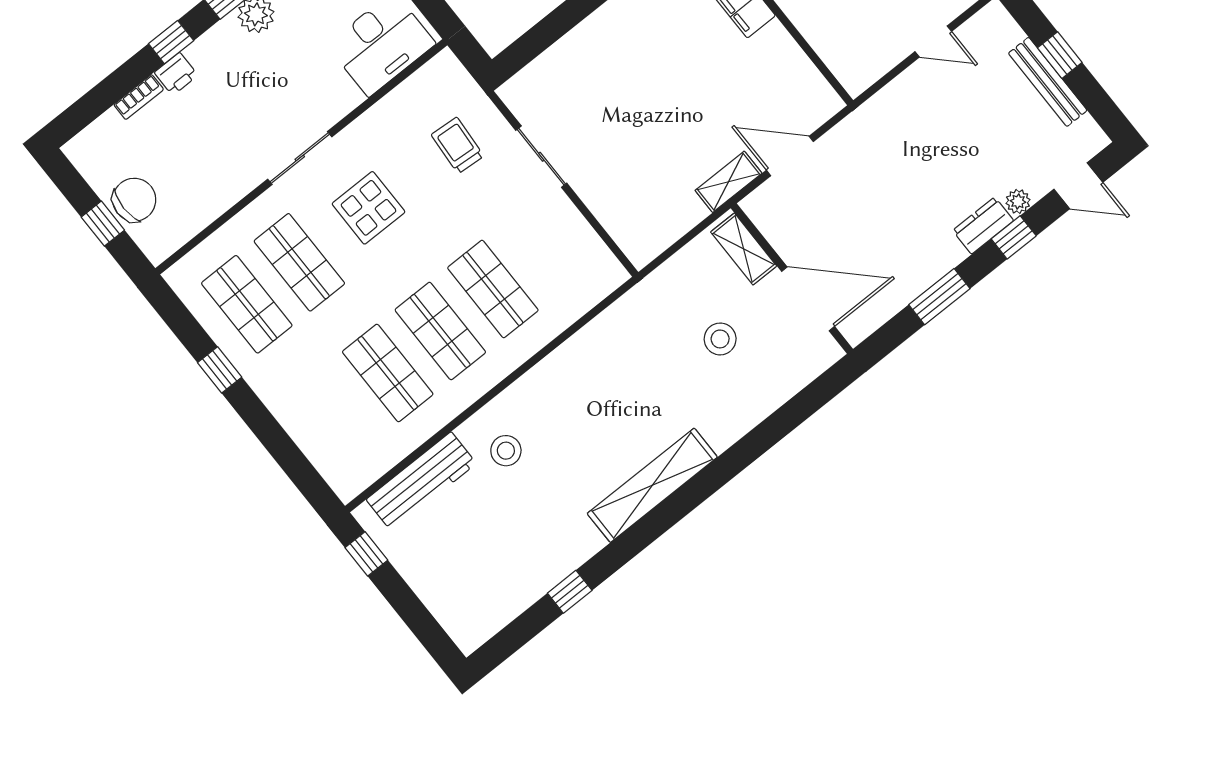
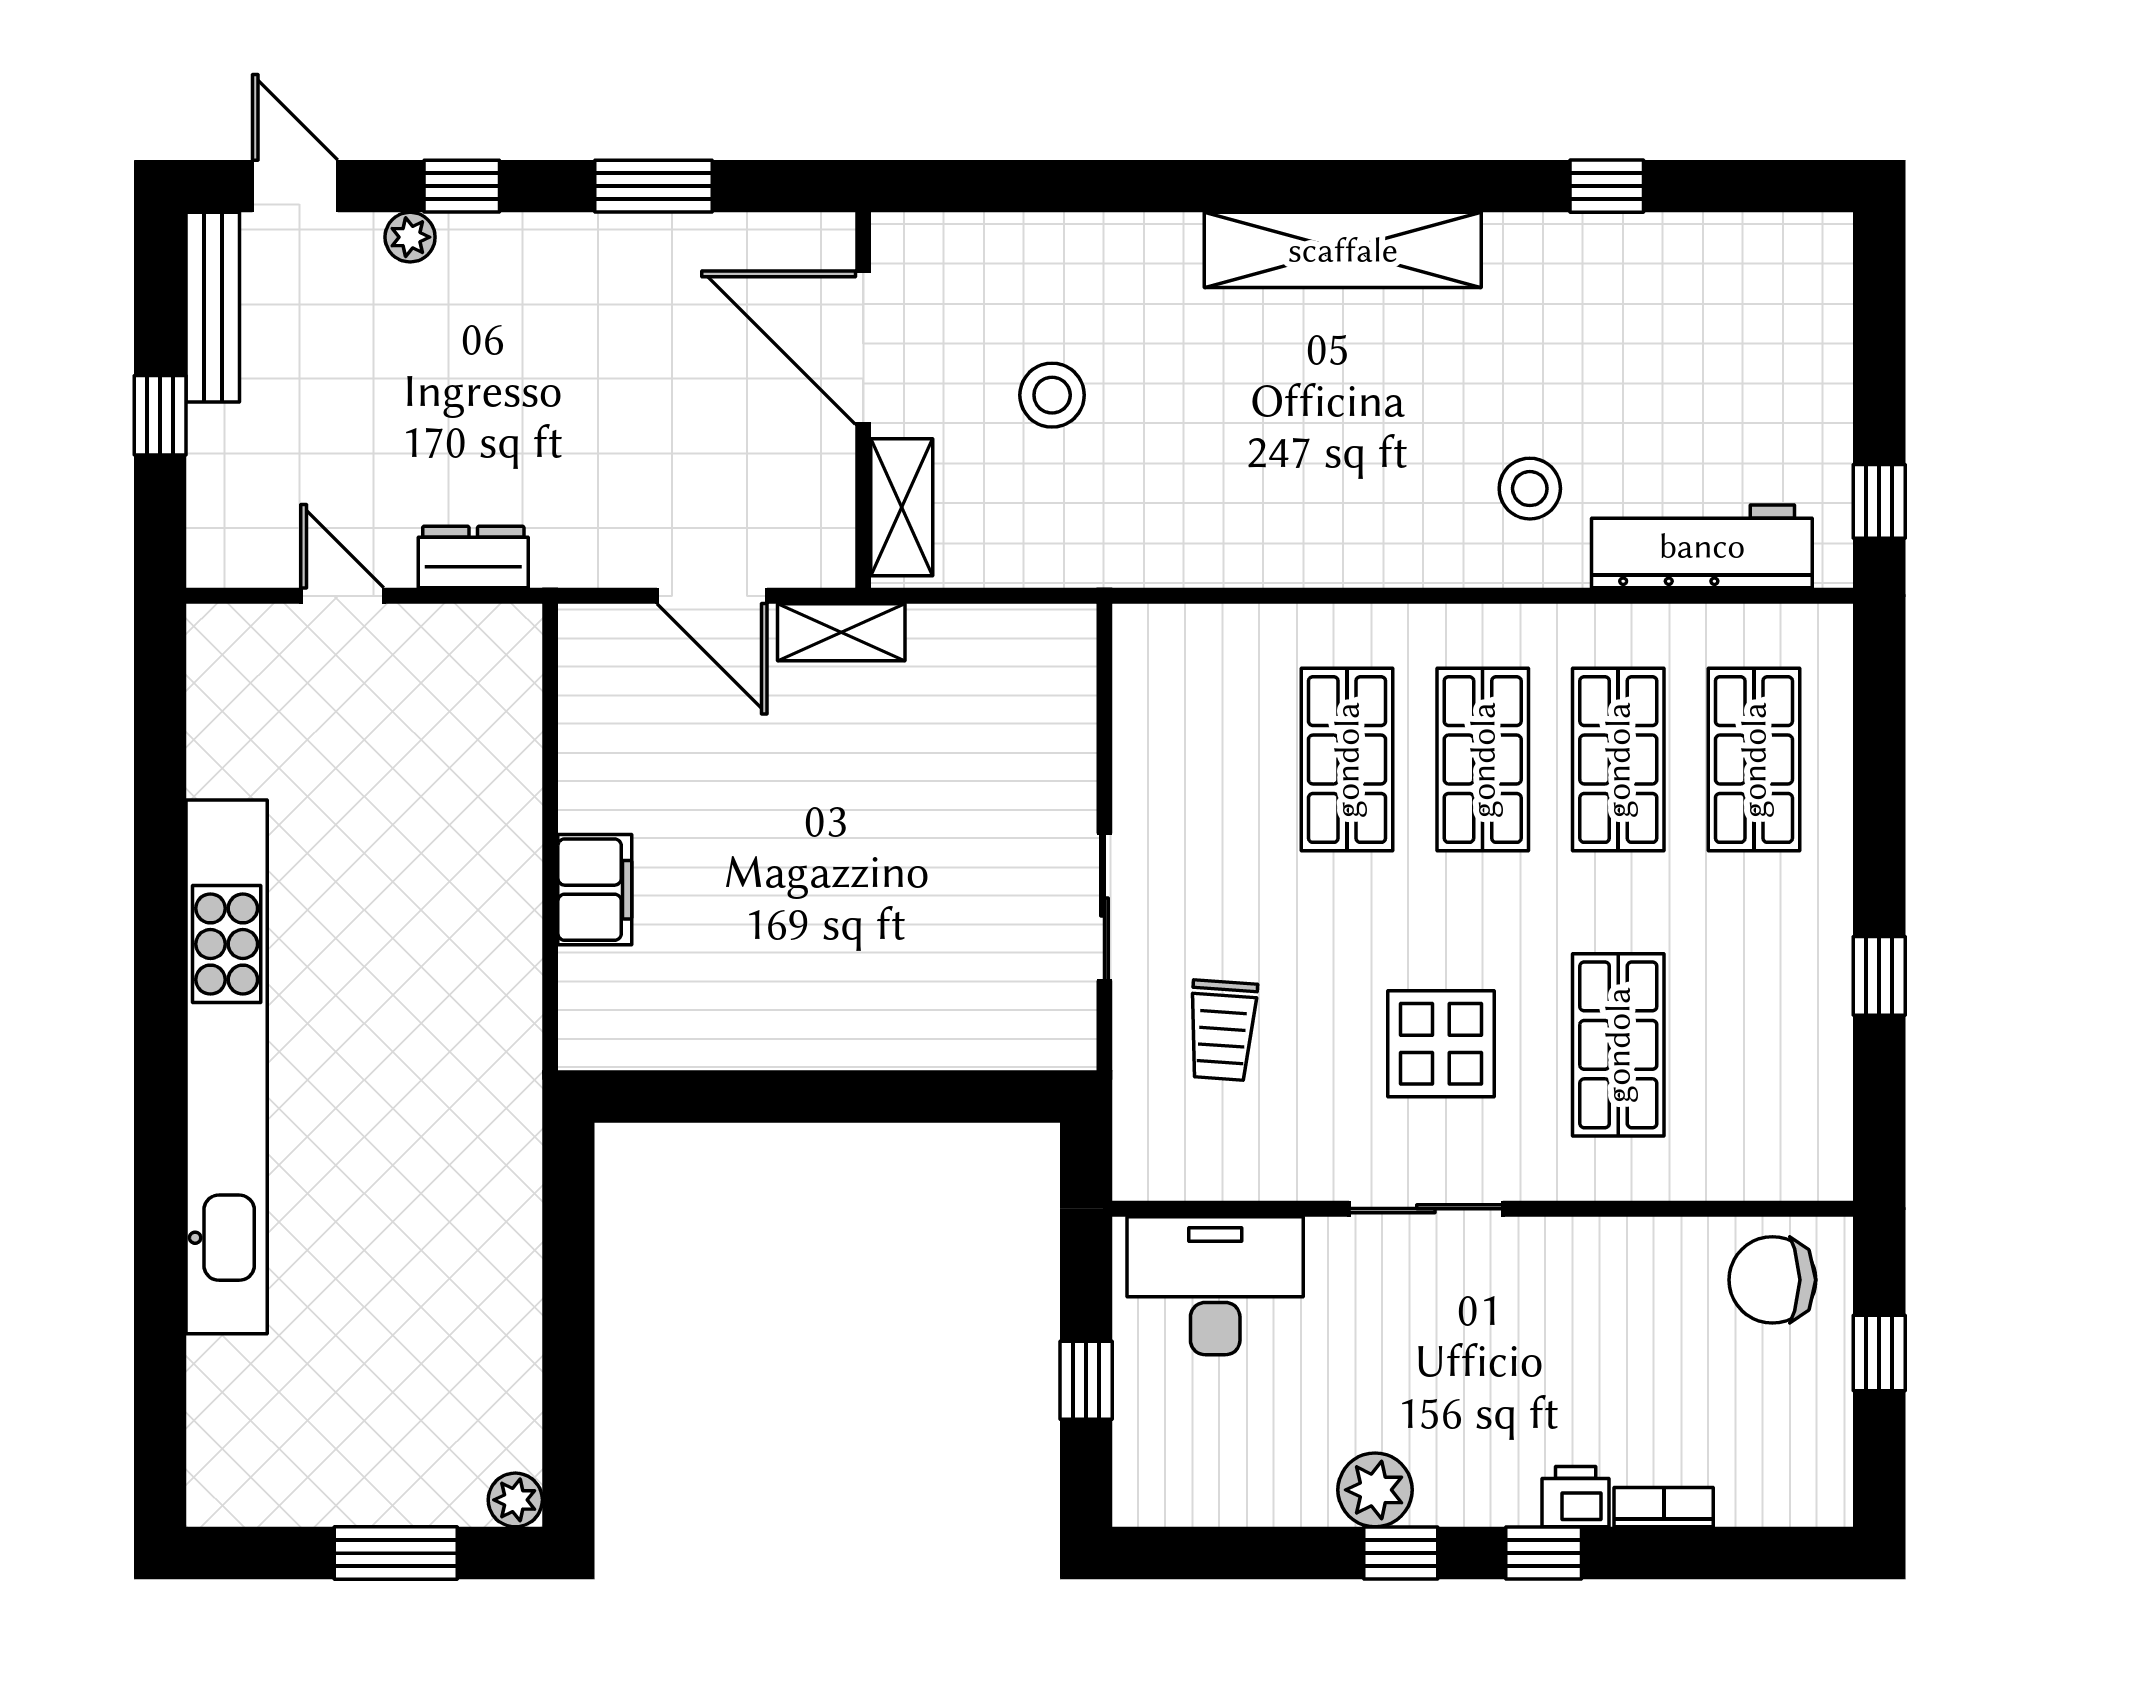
bench: (1048, 82) -> (213, 307), moved
sliding door: (300, 158) -> (1426, 1209), moved
chair: (134, 200) -> (1772, 1280), moved
dresser: (983, 226) -> (473, 557), moved, turned 180
shop shelf: (247, 304) -> (1754, 760), moved

